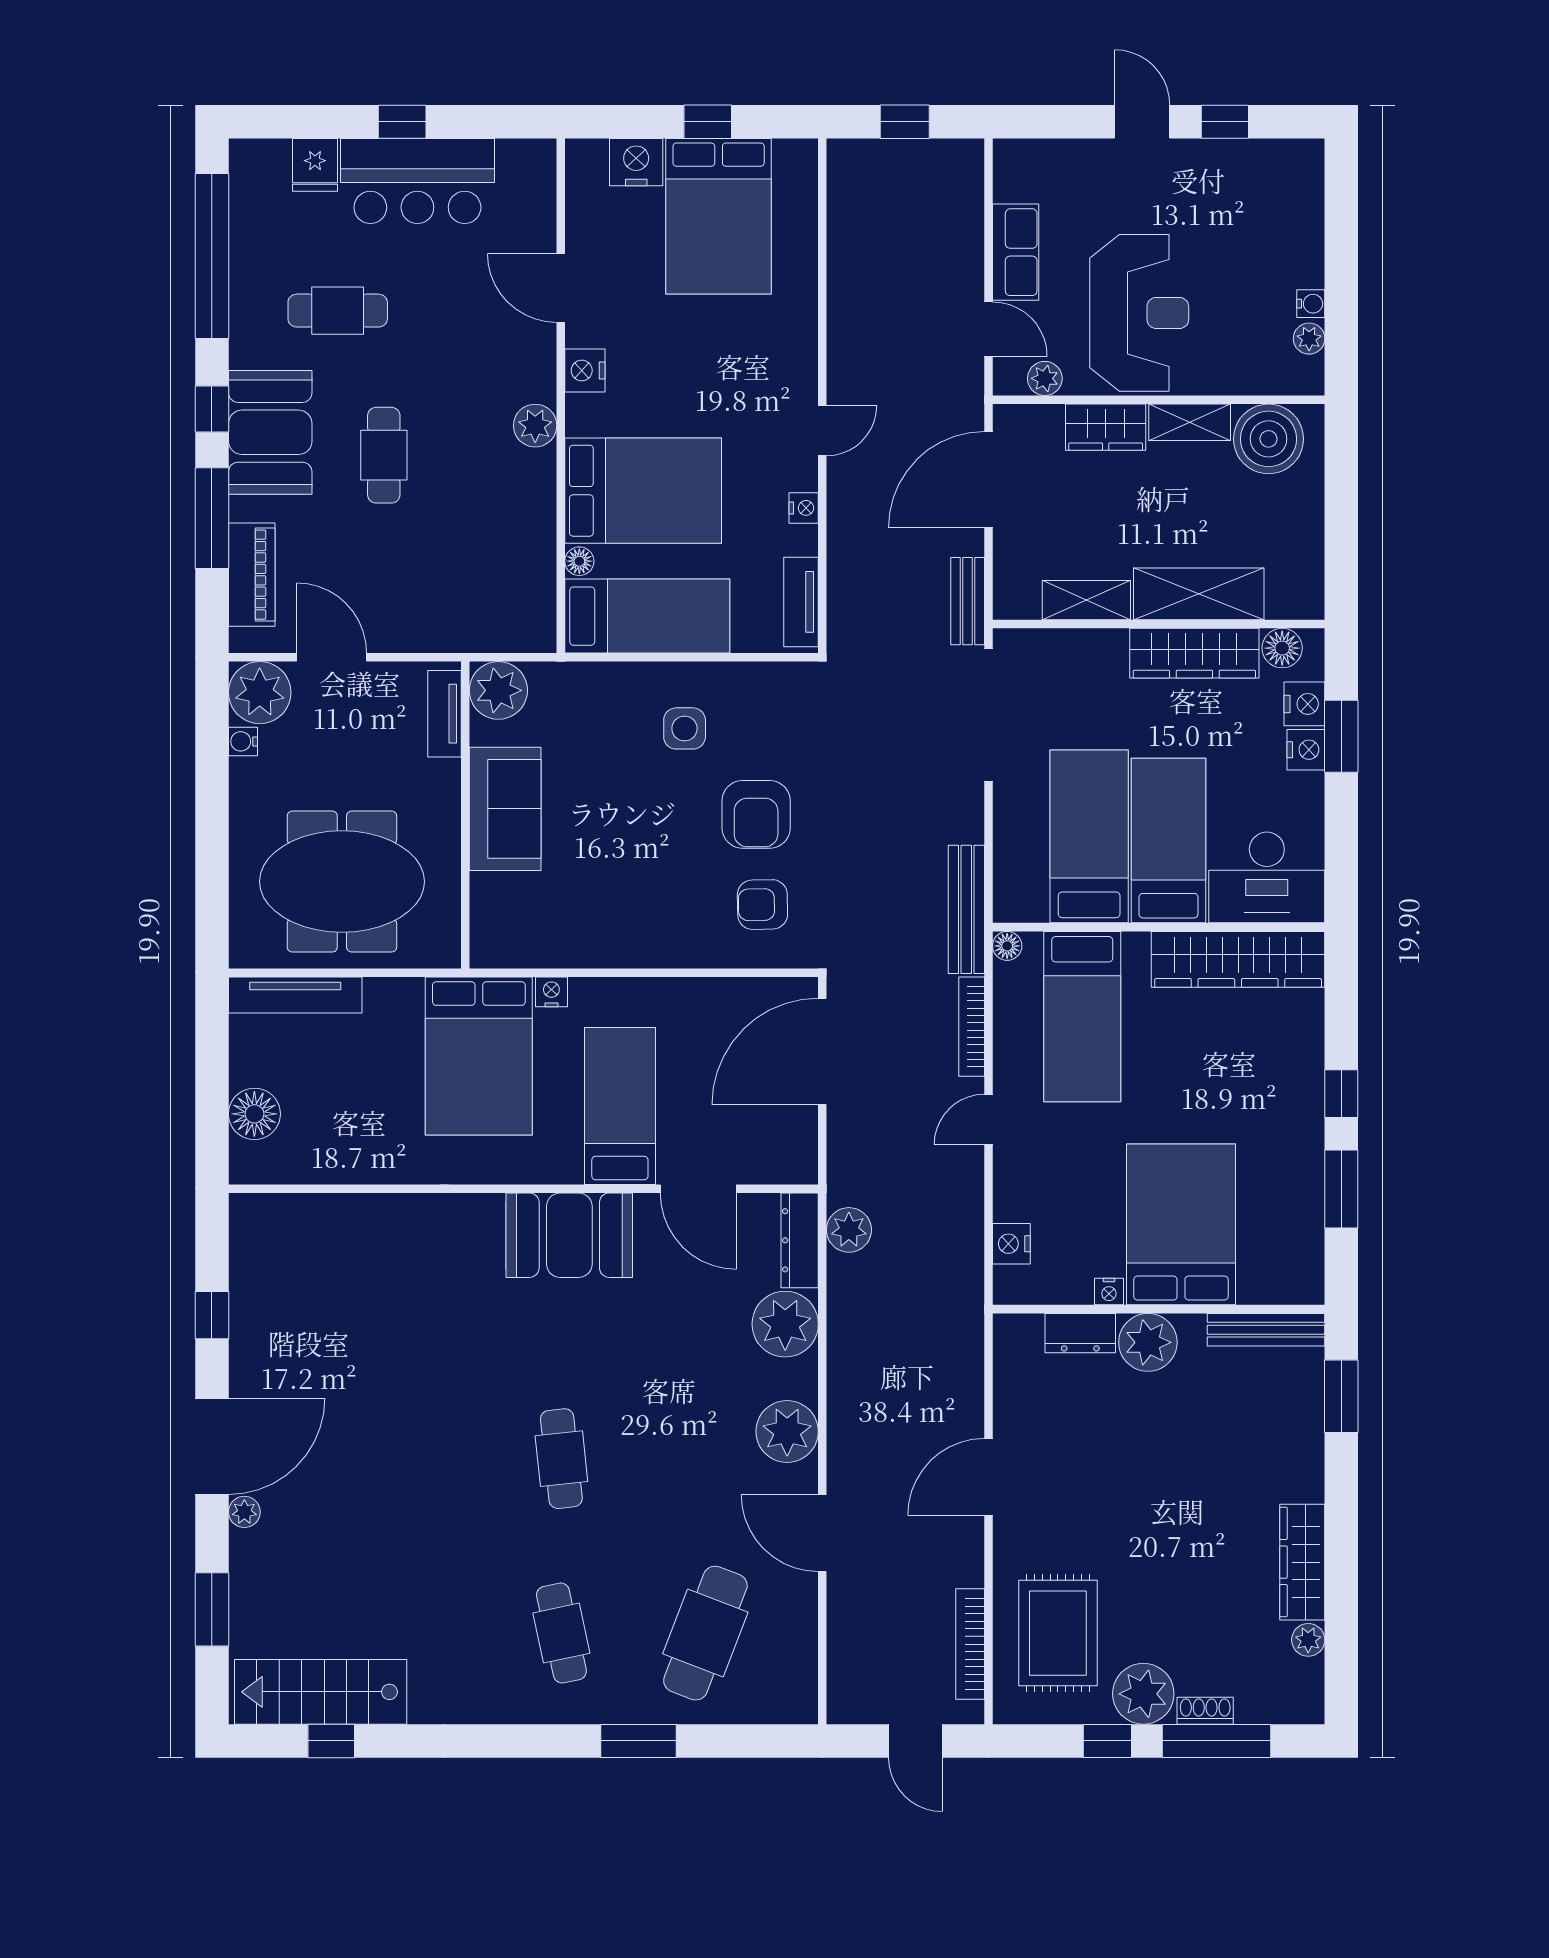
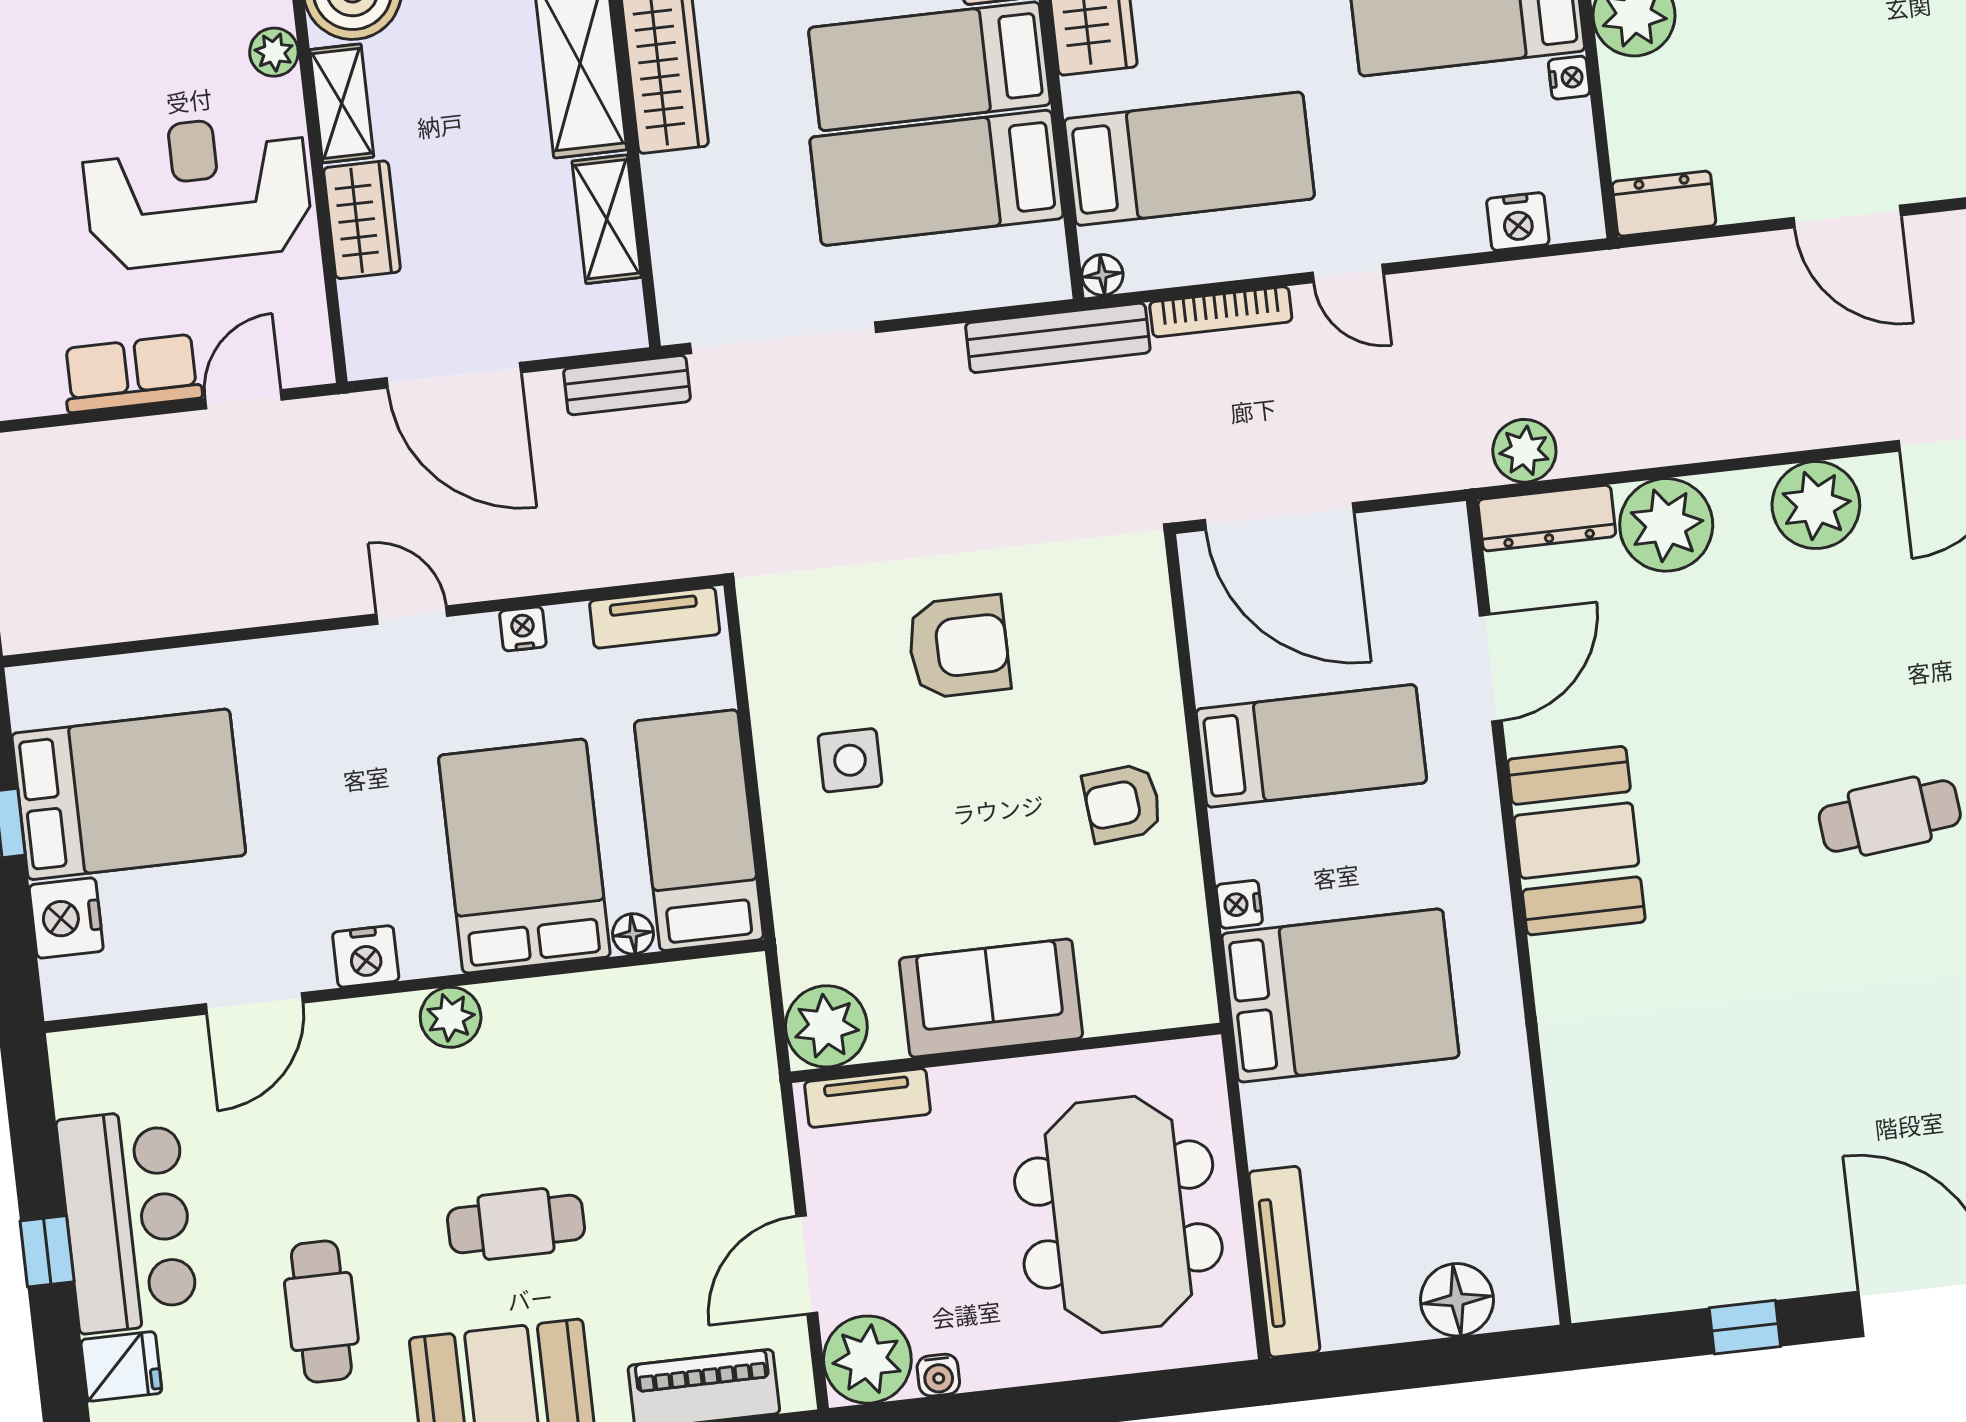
plant: (1045, 378) -> (274, 52), moved
armchair: (762, 905) -> (1122, 803), moved, turned 86
bed: (620, 1106) -> (1311, 746), moved, turned 180
dresser: (1080, 1333) -> (1664, 204), moved, turned -90

